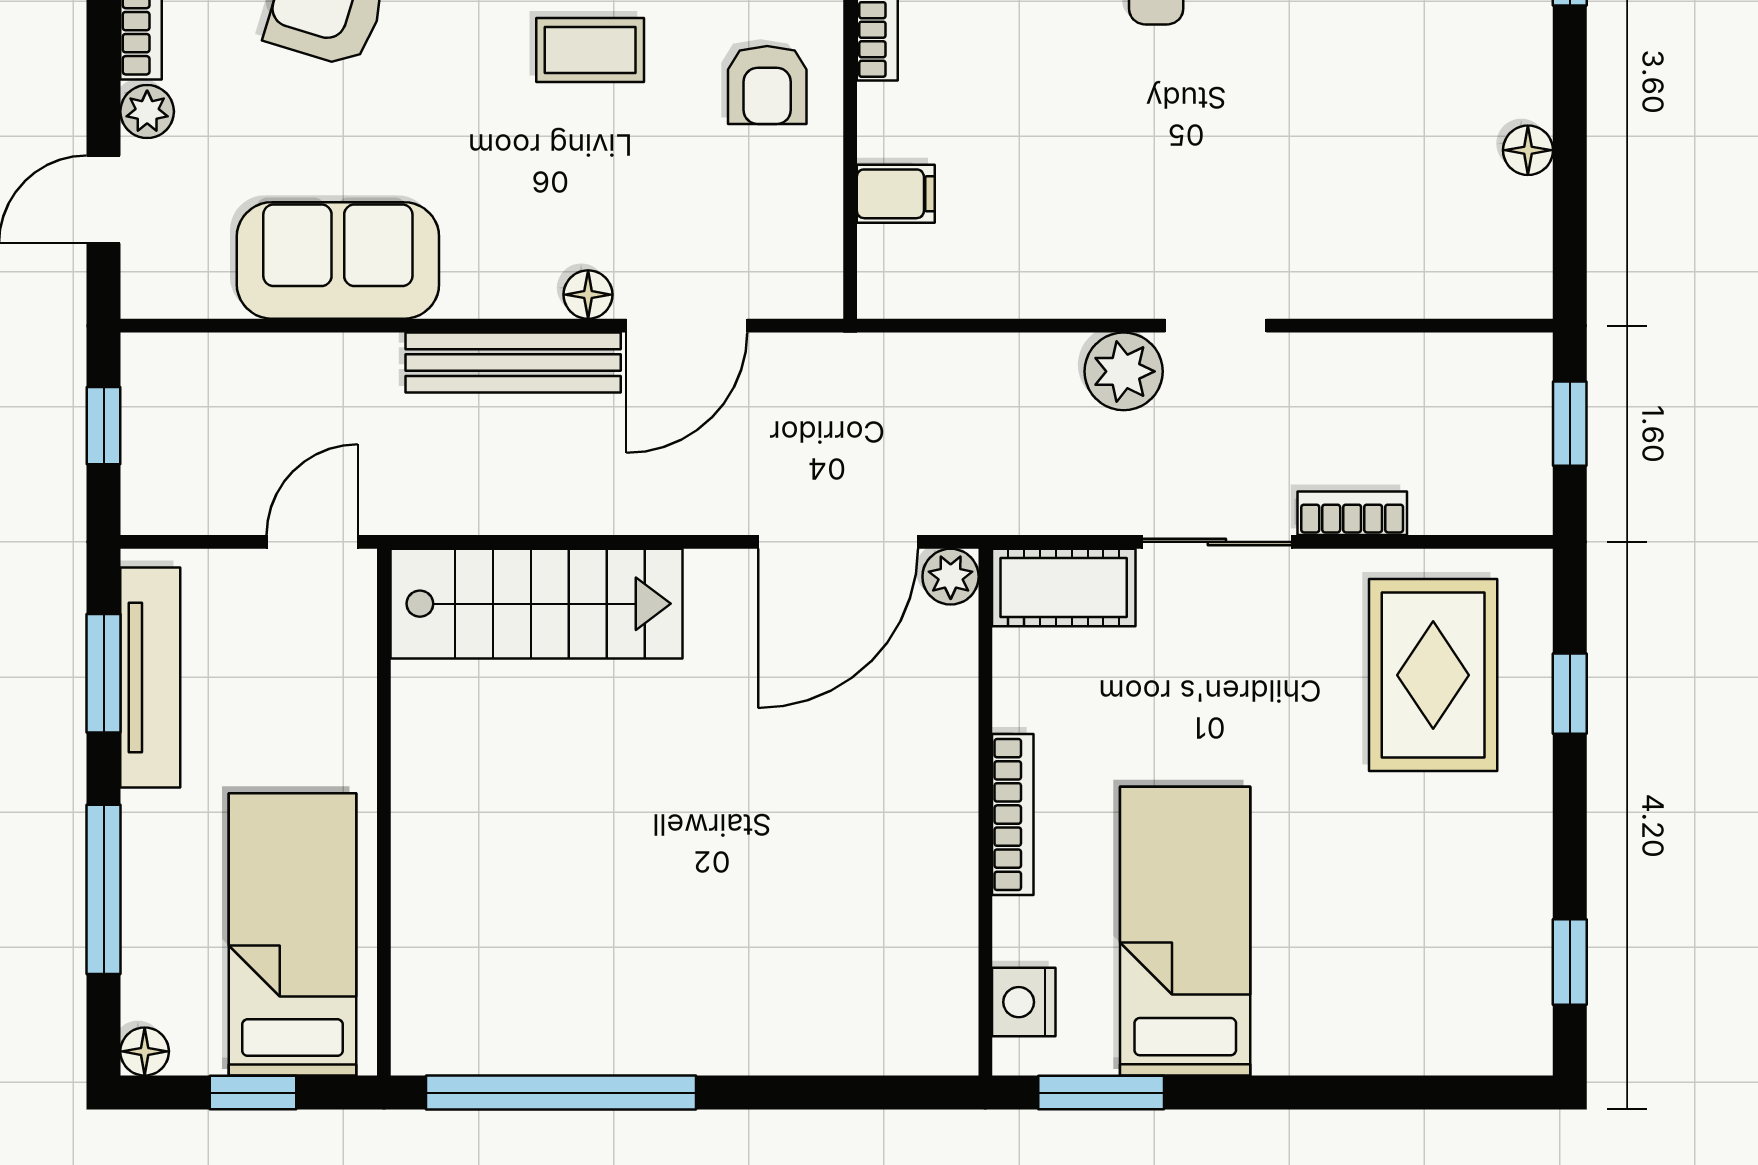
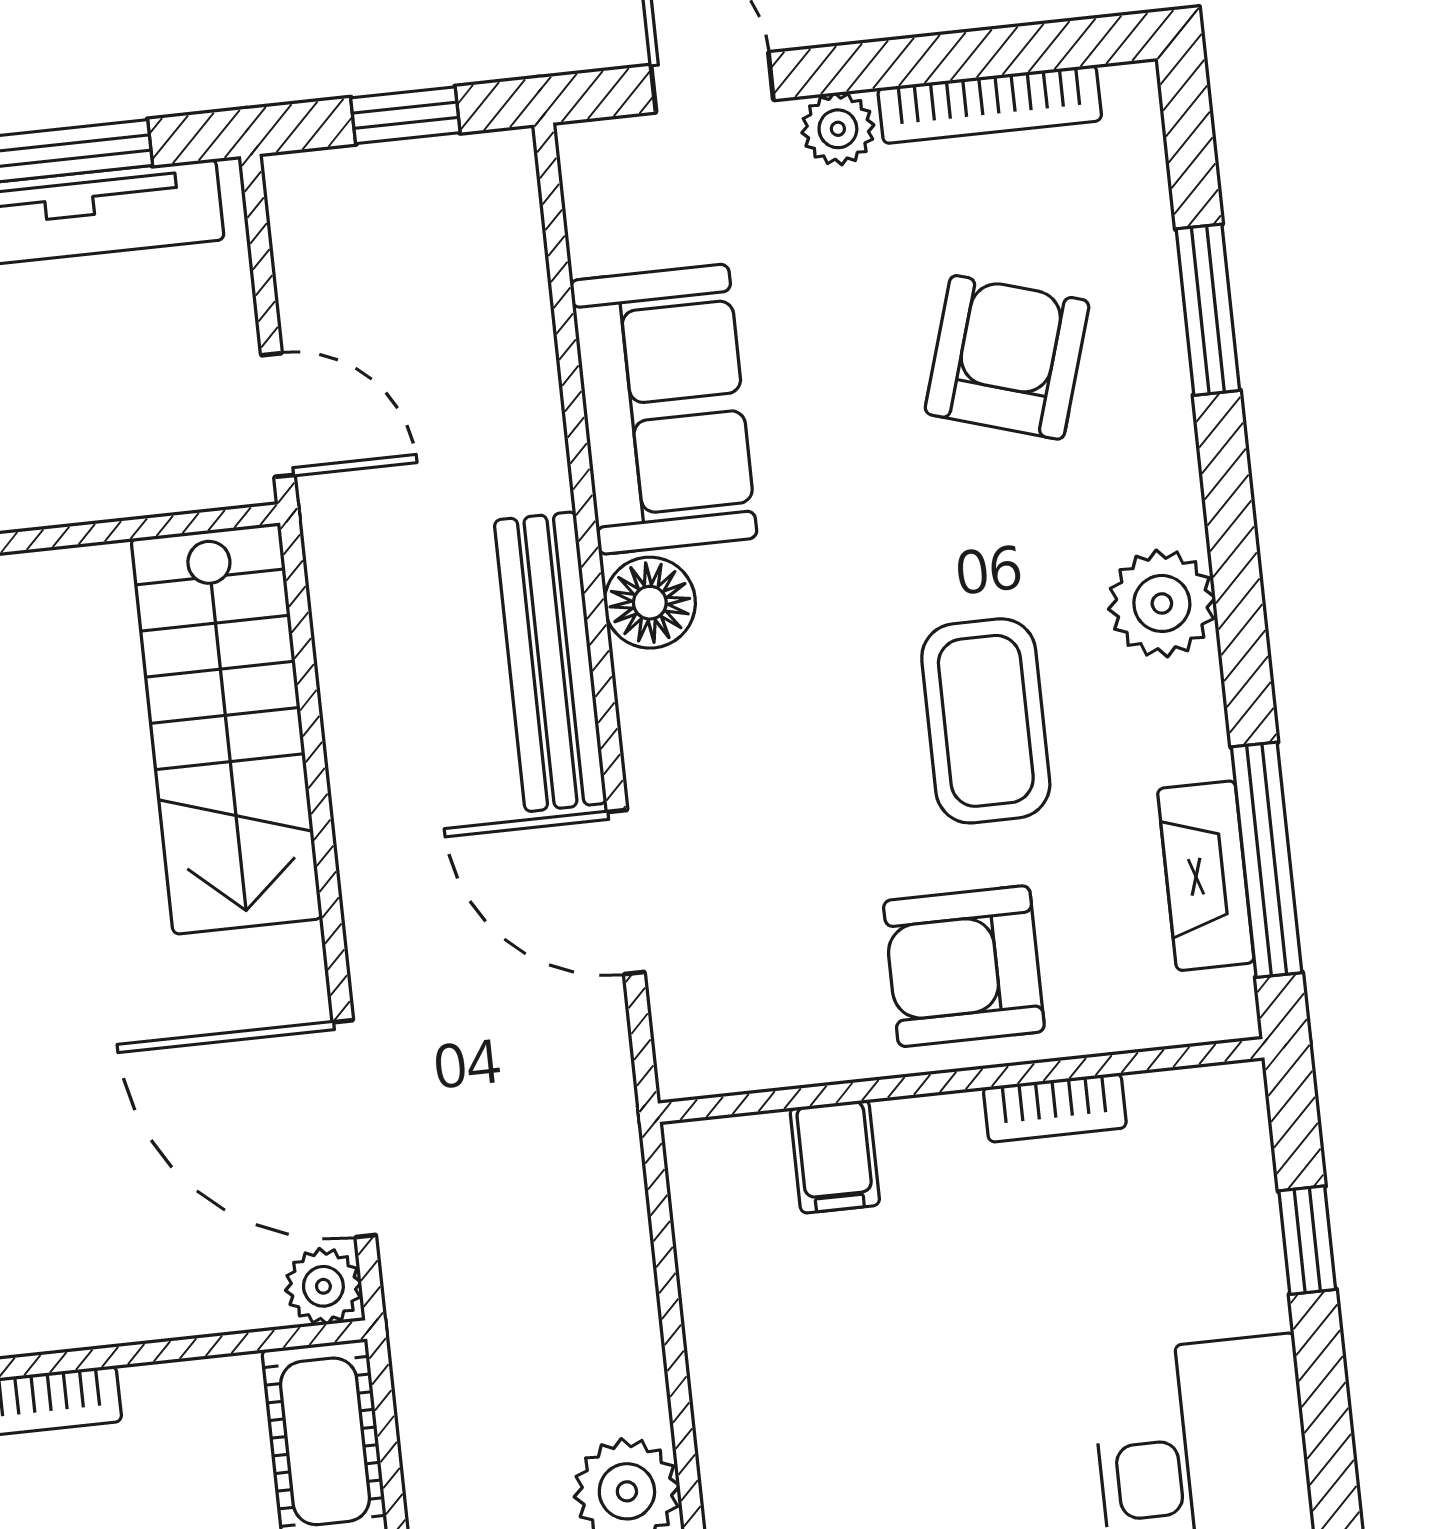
coffee table: (590, 50) -> (986, 721), width x1.36, depth x1.30
armchair: (767, 85) -> (964, 966), width x1.38, depth x1.38
floor lamp: (588, 295) -> (650, 603), moved, width x1.37, depth x1.37

